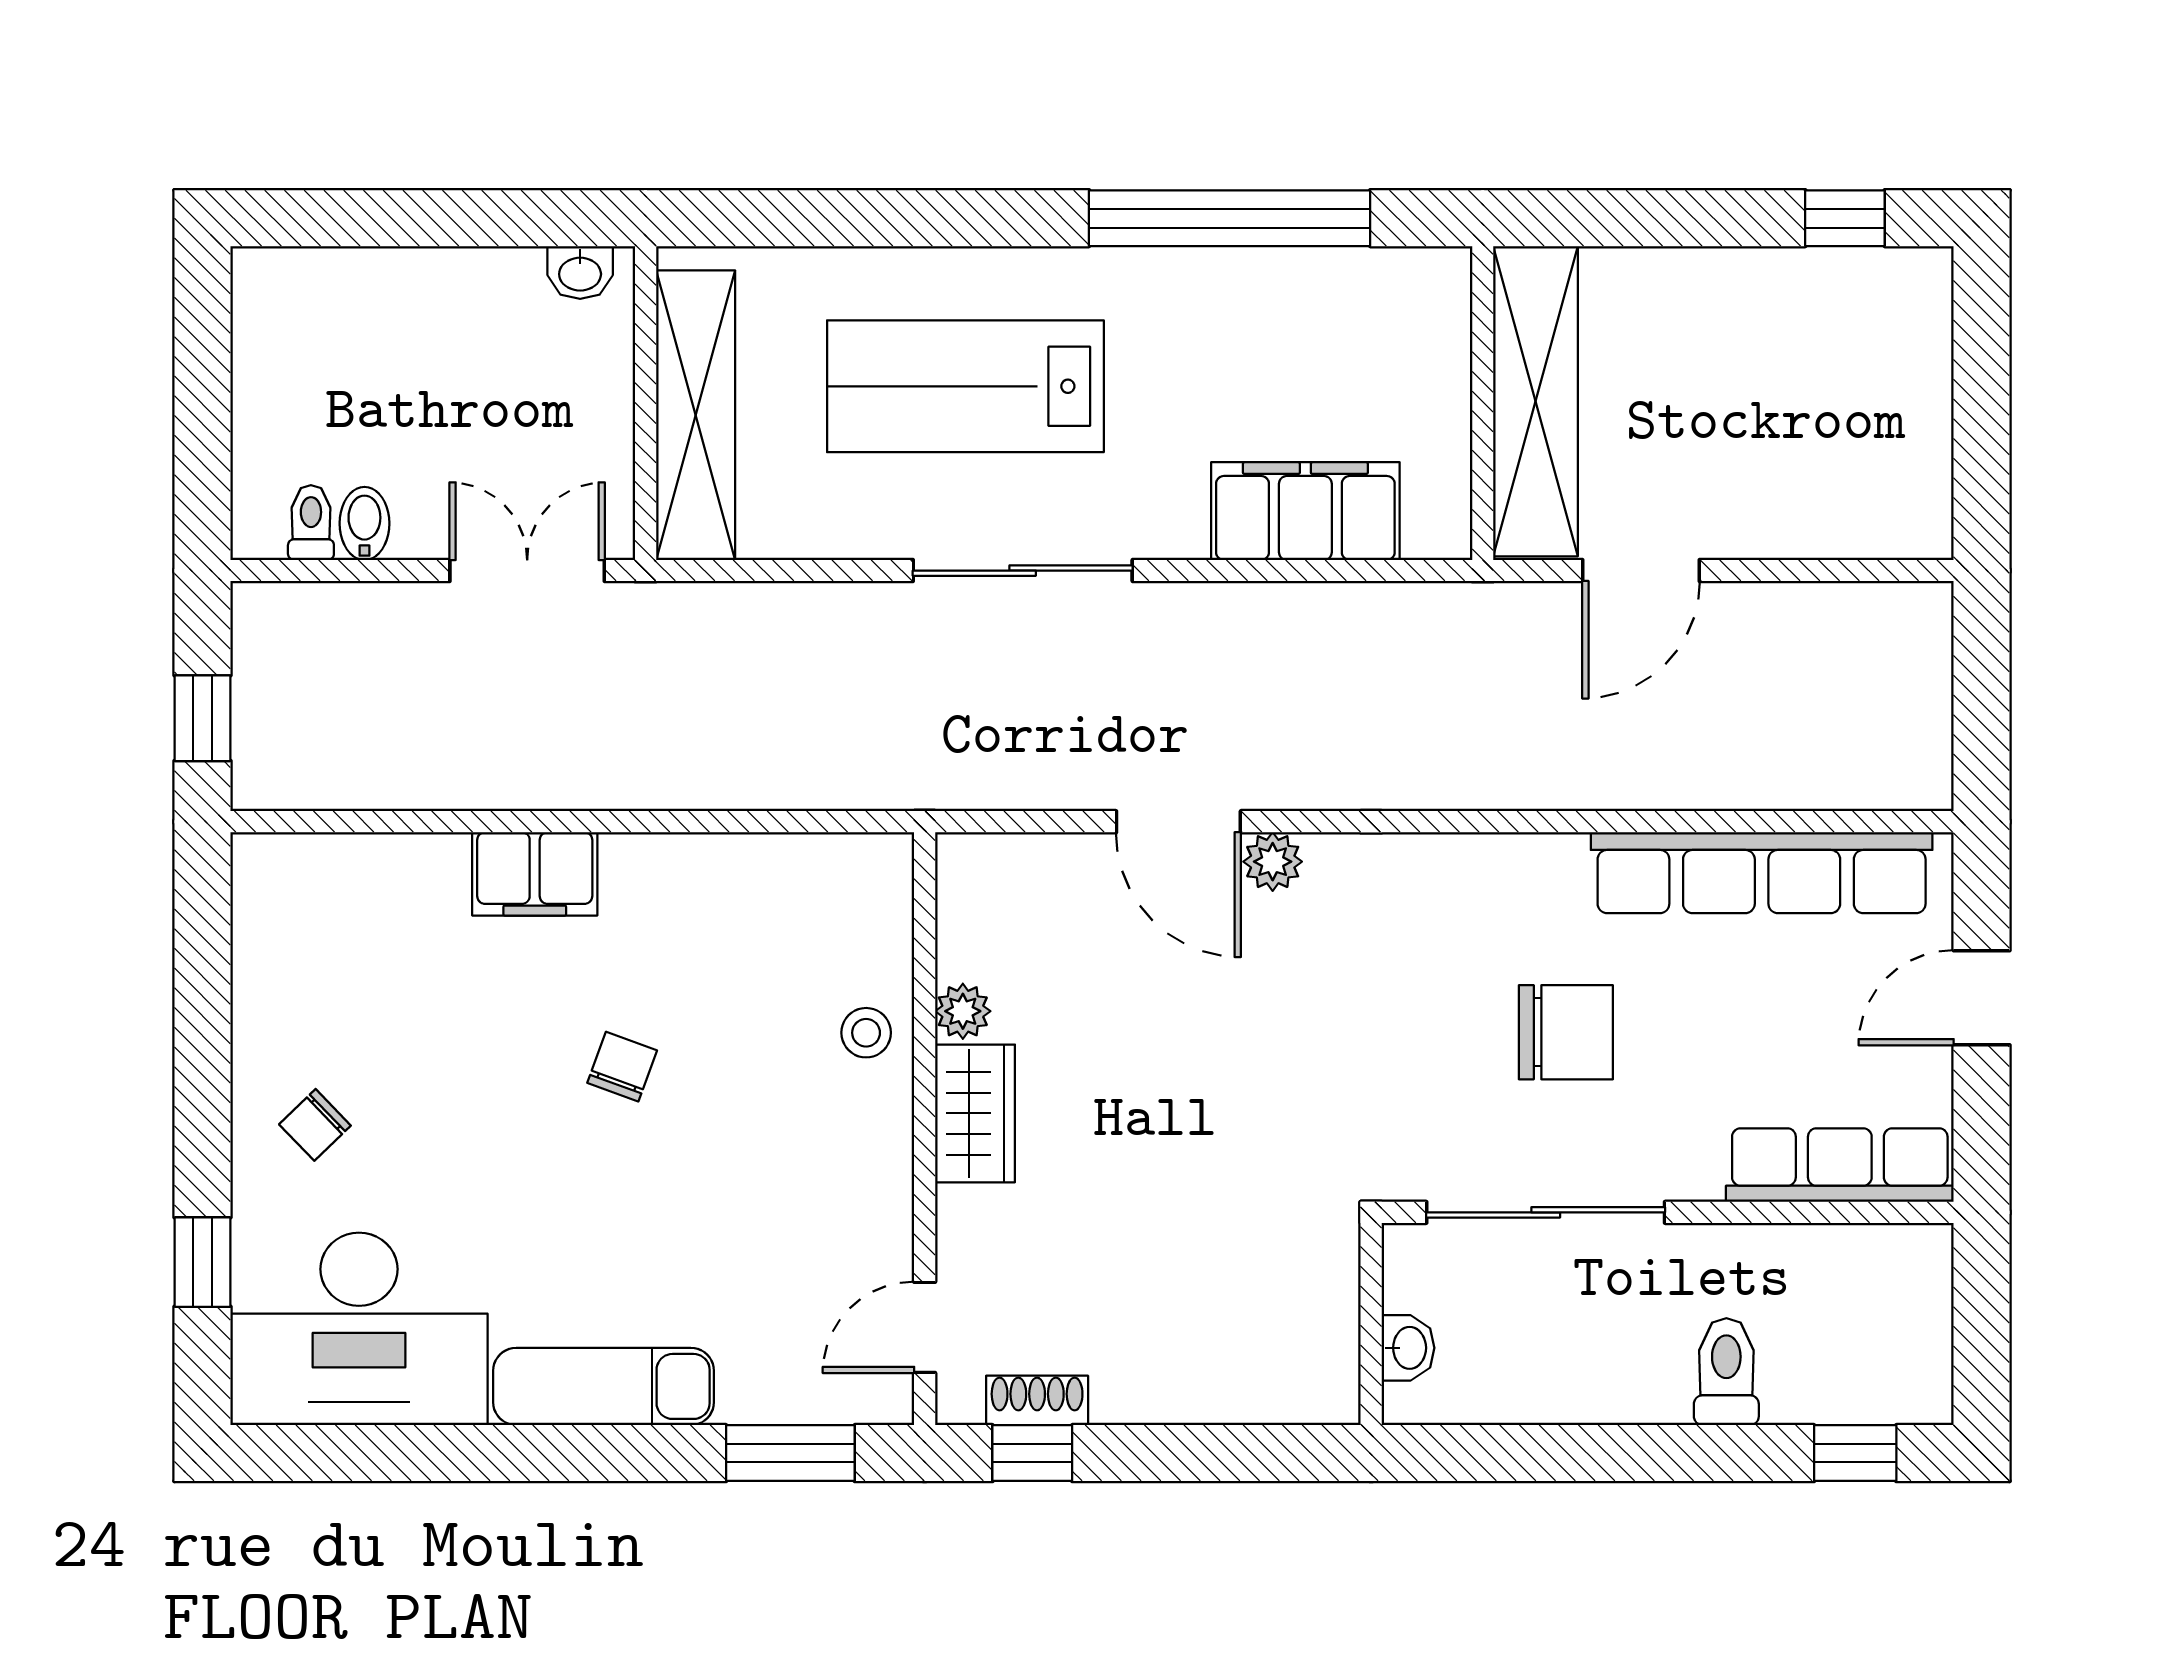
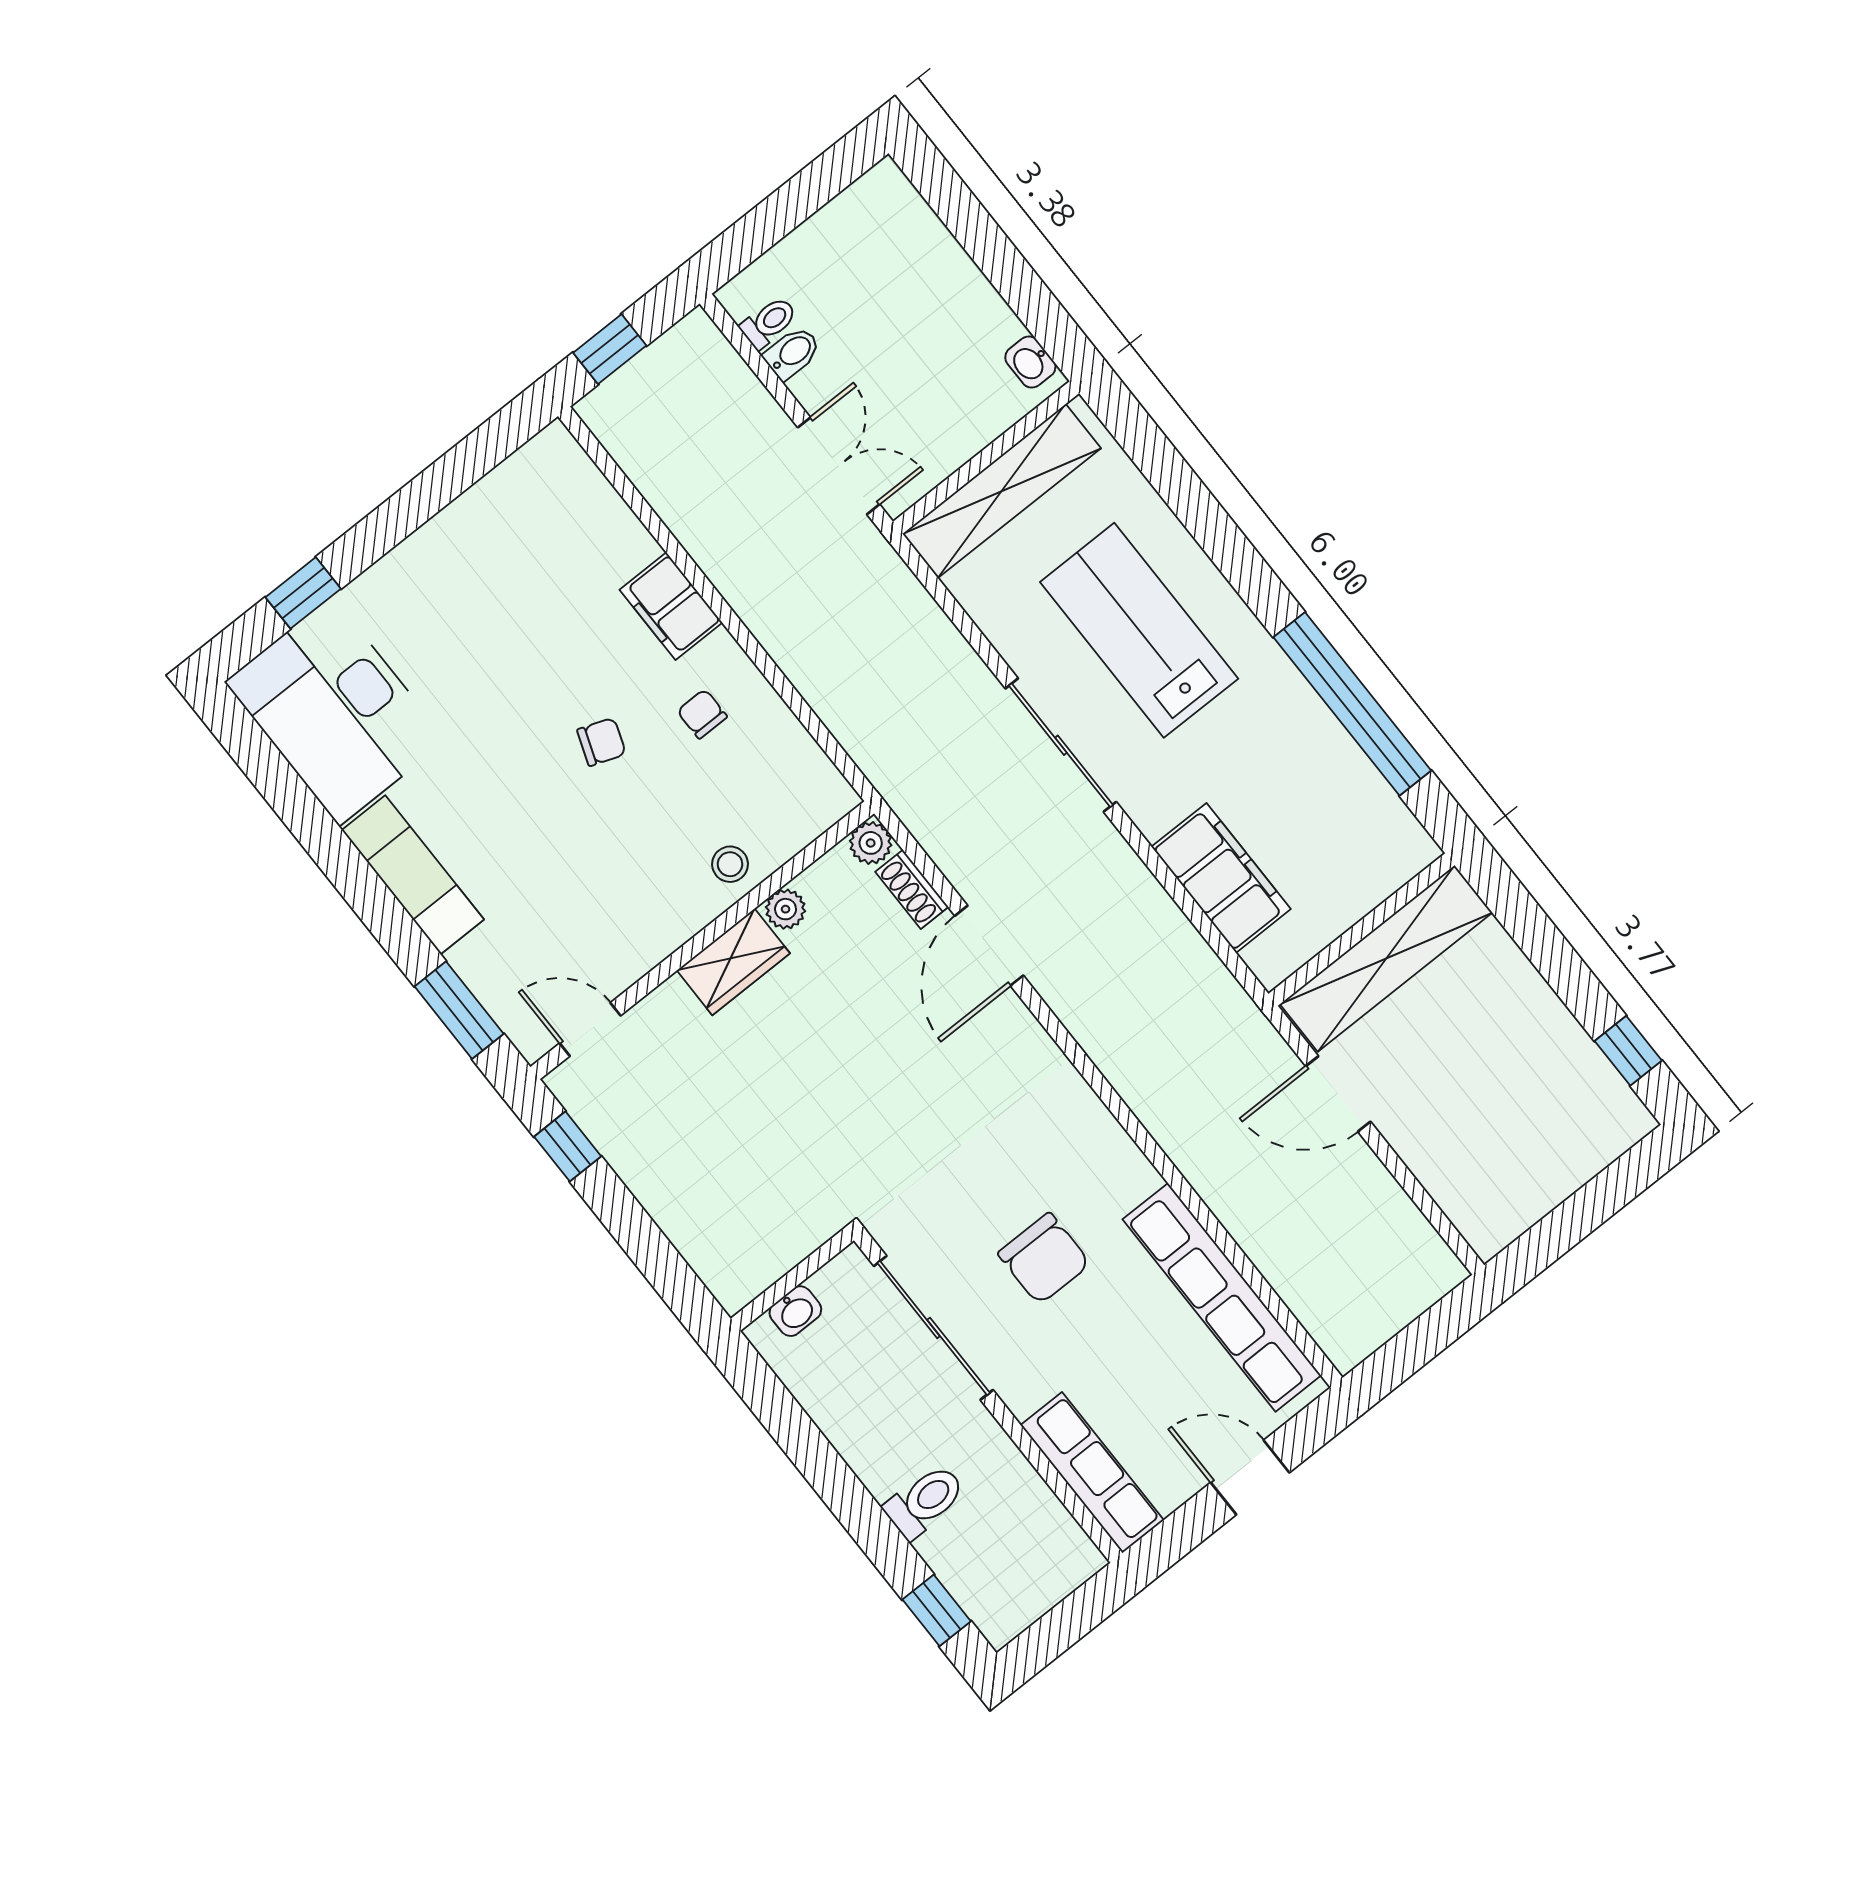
plant: (1273, 862) -> (871, 843), moved
chair: (315, 1125) -> (702, 714), moved, turned 44
shoe rack: (1037, 1400) -> (912, 889), moved, turned 180

